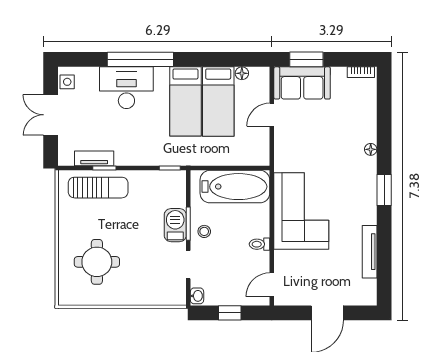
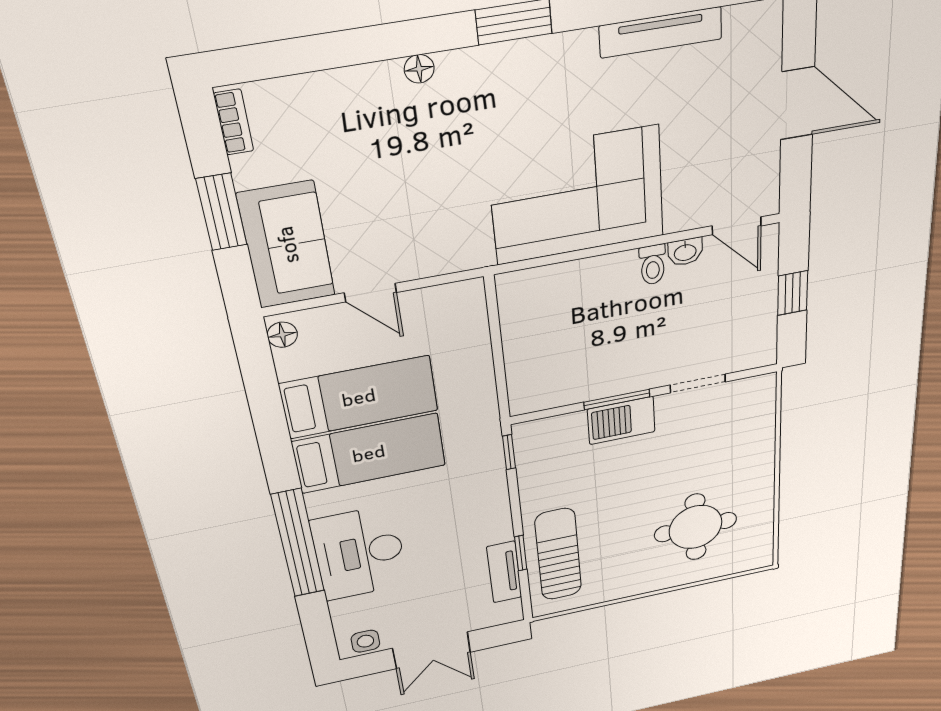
window: (306, 59) -> (221, 212), moved
floor lamp: (242, 73) -> (282, 335), moved
bathtub: (235, 187) -> (535, 333), removed
stool: (204, 231) -> (631, 369), removed
washbasin: (197, 296) -> (685, 252), moved, turned 180

